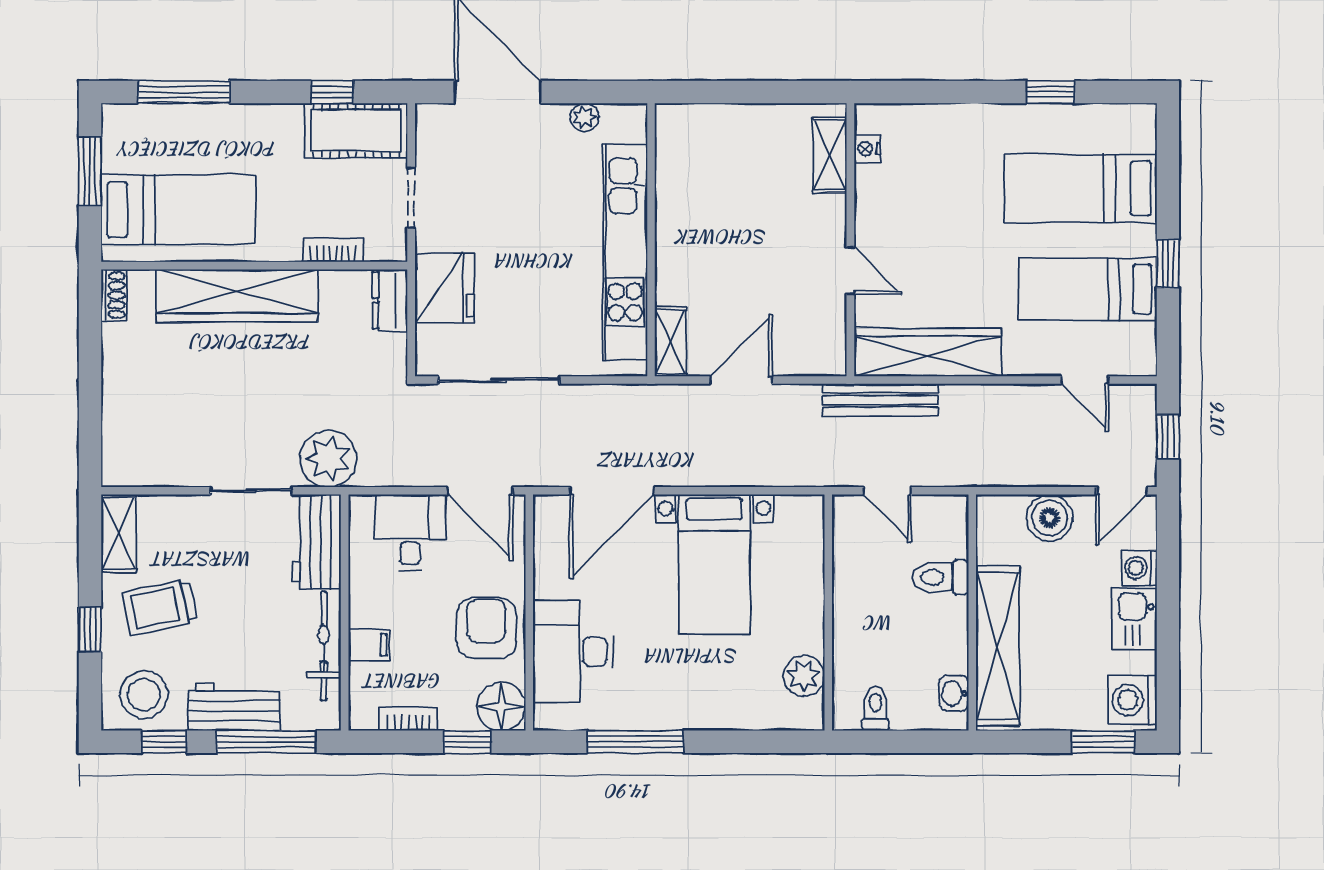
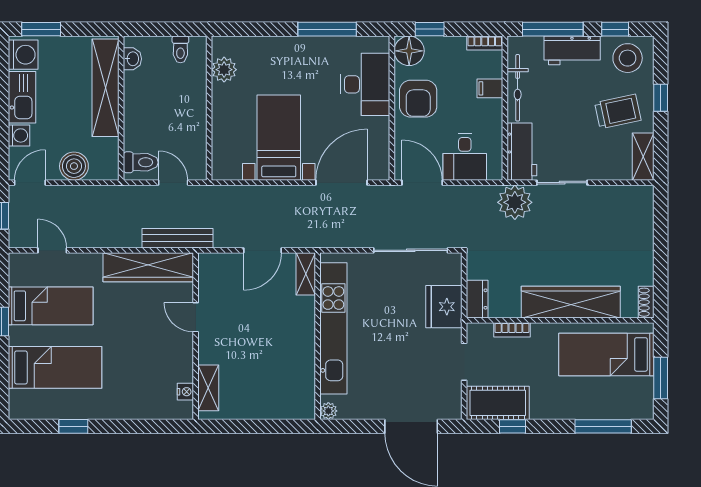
plant: (584, 117) -> (328, 411), moved
toilet: (940, 577) -> (141, 162), moved
kitchen sink: (1134, 619) -> (22, 97), width x1.38
bookcase: (409, 719) -> (485, 43), moved

